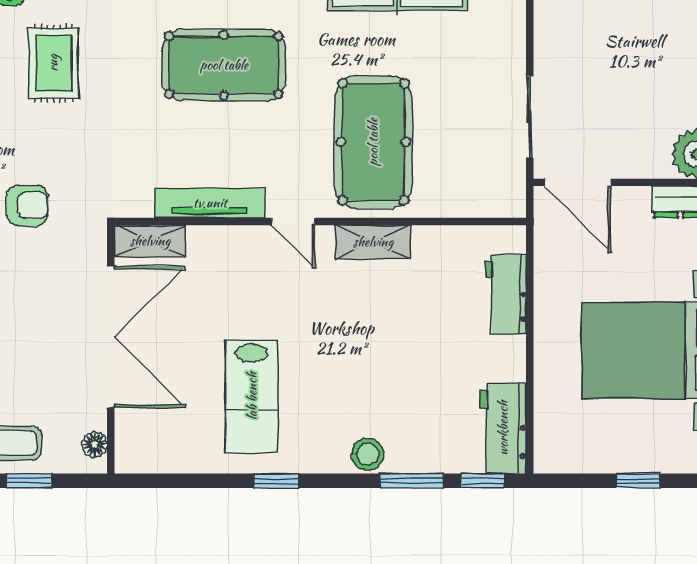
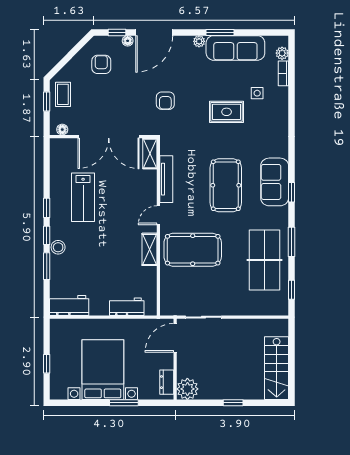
lab bench: (252, 396) -> (83, 197), turned -90
window: (483, 481) -> (47, 235), moved

